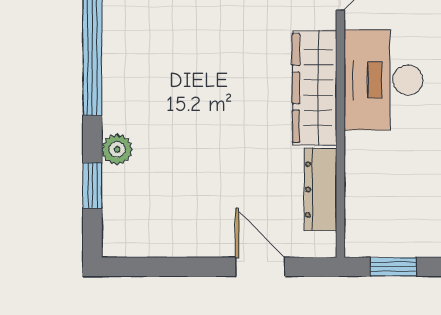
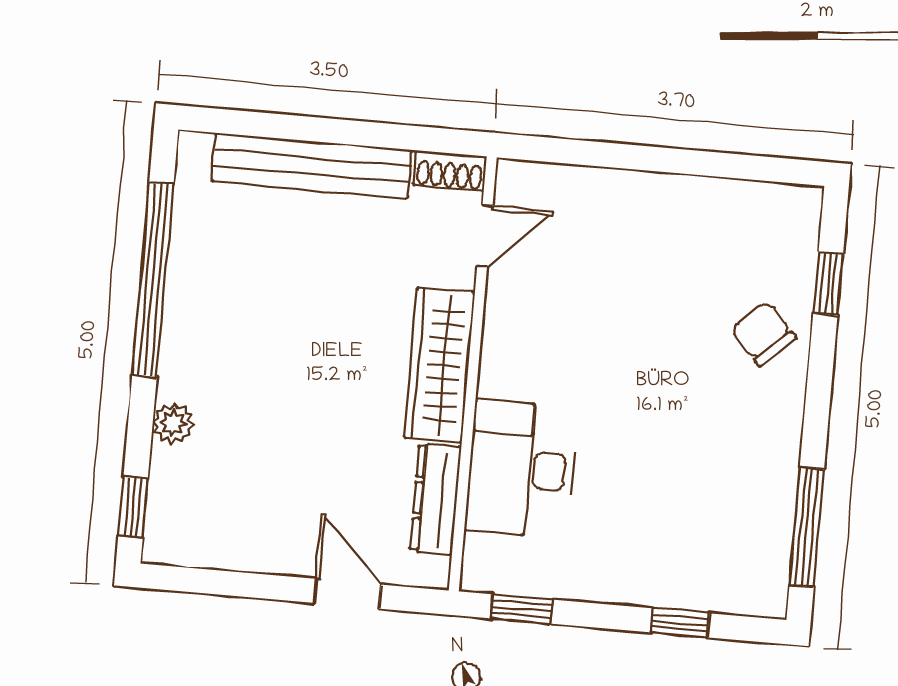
desk: (383, 80) -> (521, 469), moved
window: (92, 186) -> (133, 507), moved

